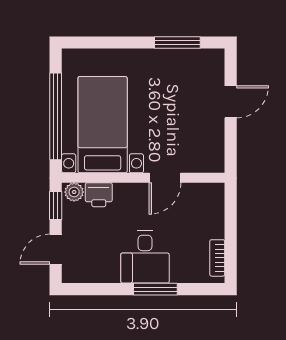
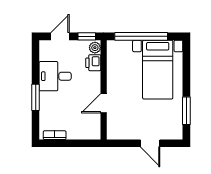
bed with nightstands: (103, 125) -> (158, 70), moved, turned 90
door: (165, 178) -> (104, 103), hinge flipped
door: (56, 249) -> (60, 36), hinge flipped
desk: (145, 257) -> (55, 76), moved

